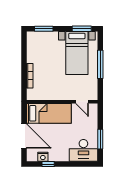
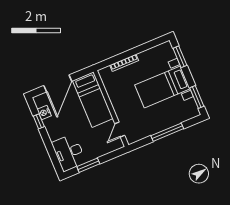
bed with nightstands: (77, 53) -> (162, 87), moved

